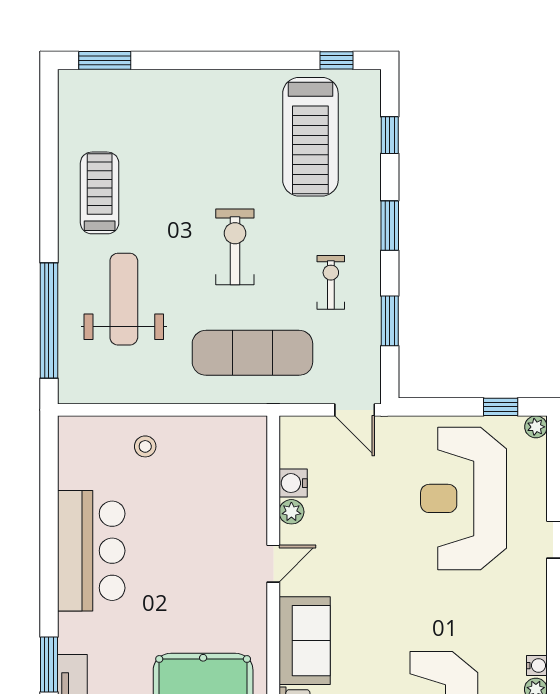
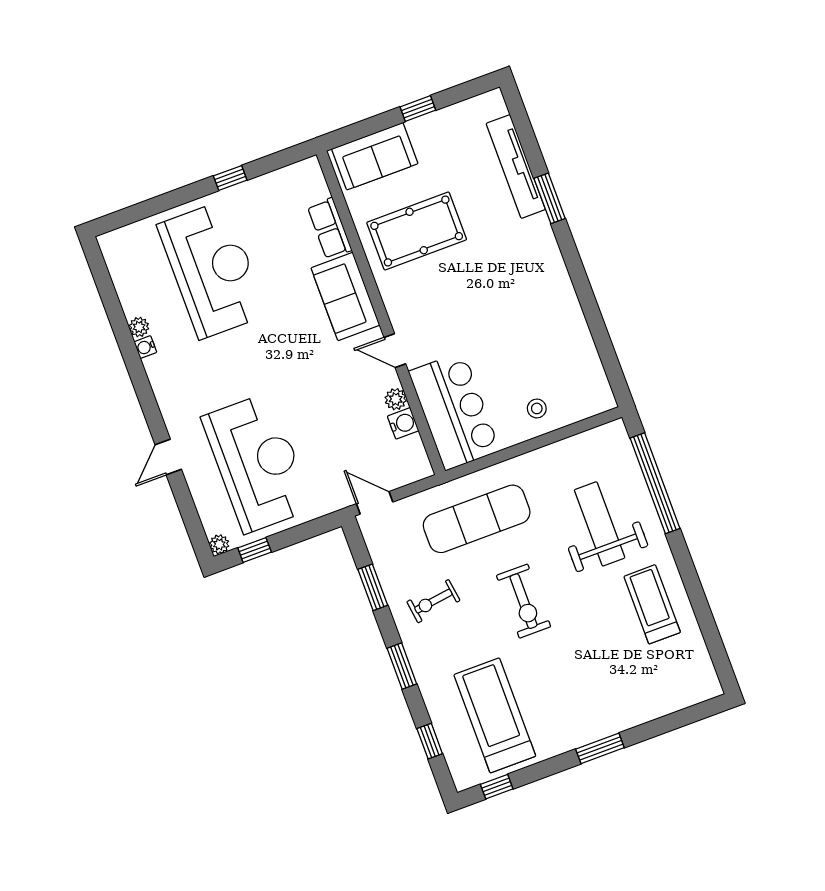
window: (105, 60) -> (600, 748), moved
treadmill: (100, 193) -> (652, 604), turned 180
exercise bike: (331, 282) -> (433, 601), turned 82
weight bench: (124, 299) -> (600, 524), turned 180
bar counter: (91, 551) -> (454, 411), moved, turned 180
door: (273, 564) -> (395, 351), hinge flipped

